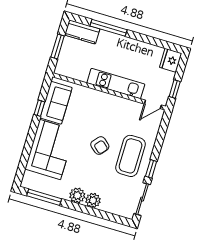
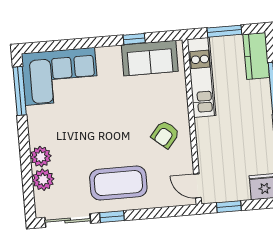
kitchen unit: (116, 84) -> (202, 77), moved
armchair: (100, 146) -> (165, 134), moved
corner sofa: (50, 149) -> (60, 76), moved
plant: (77, 195) -> (43, 180), moved

